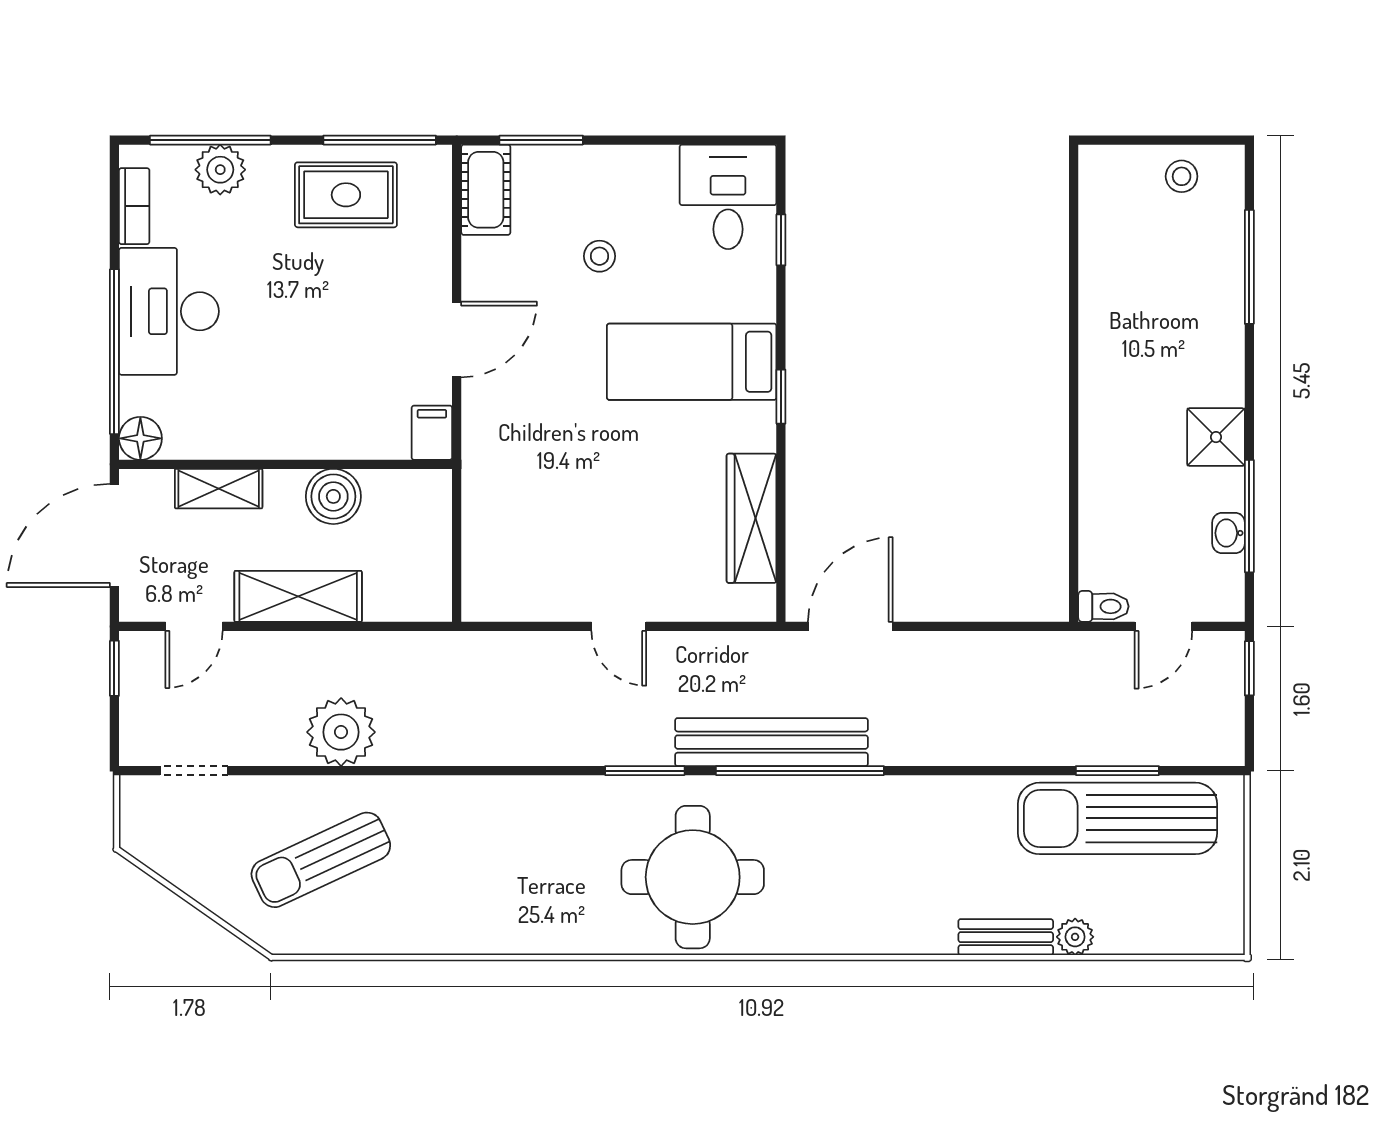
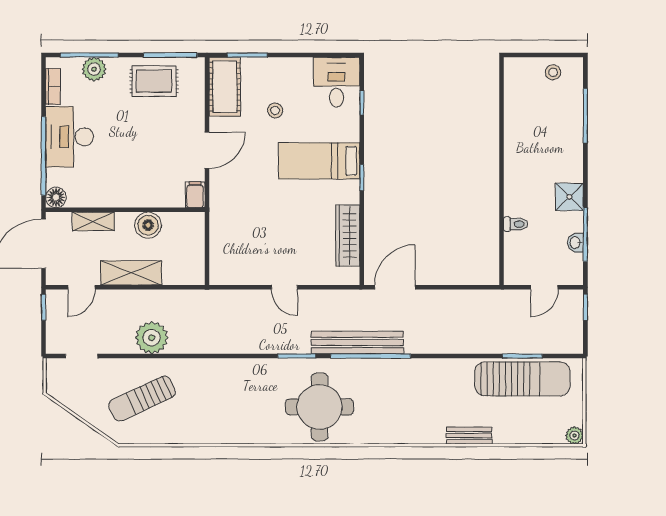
cot: (486, 190) -> (225, 87), width x1.37, depth x1.34
toilet: (1103, 606) -> (516, 224), moved
sun lounger: (1118, 818) -> (522, 379), turned 180
plant: (1075, 937) -> (574, 435), moved

